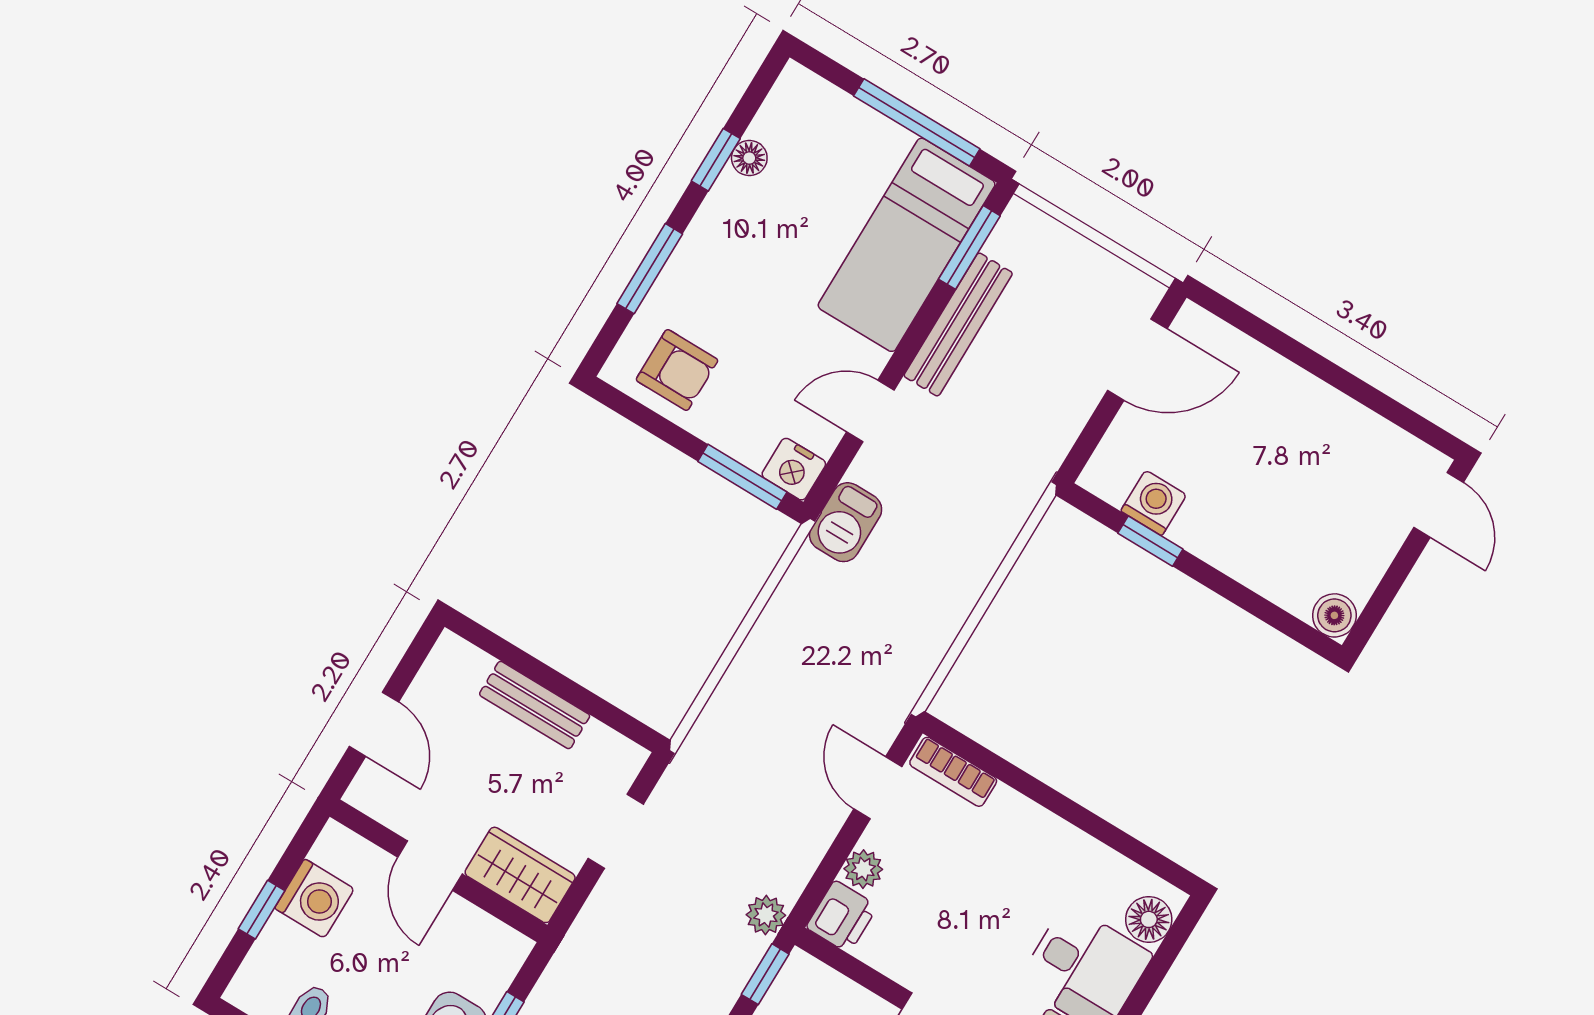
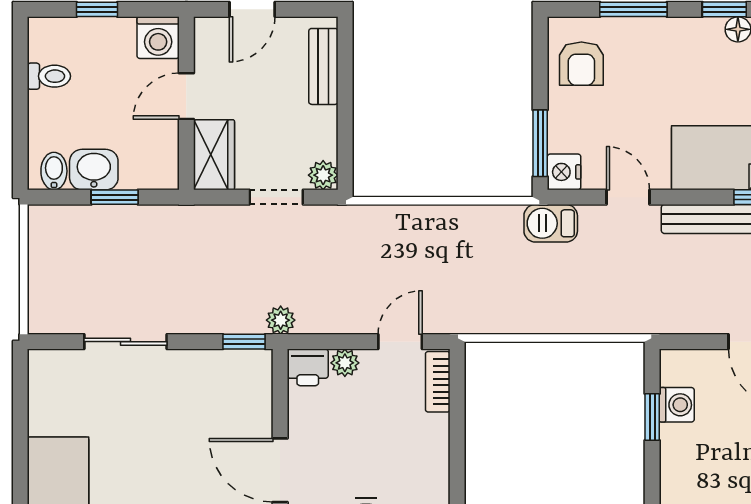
bench: (535, 705) -> (323, 66), moved
plant: (623, 759) -> (323, 175), added
washing machine: (314, 898) -> (158, 38), moved

